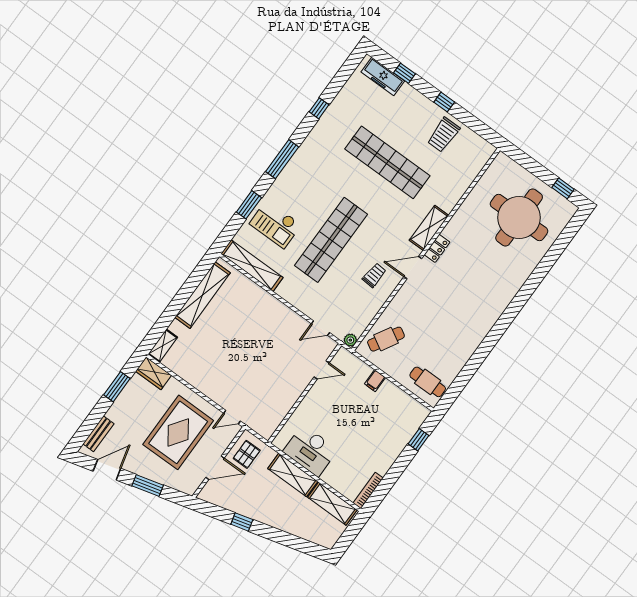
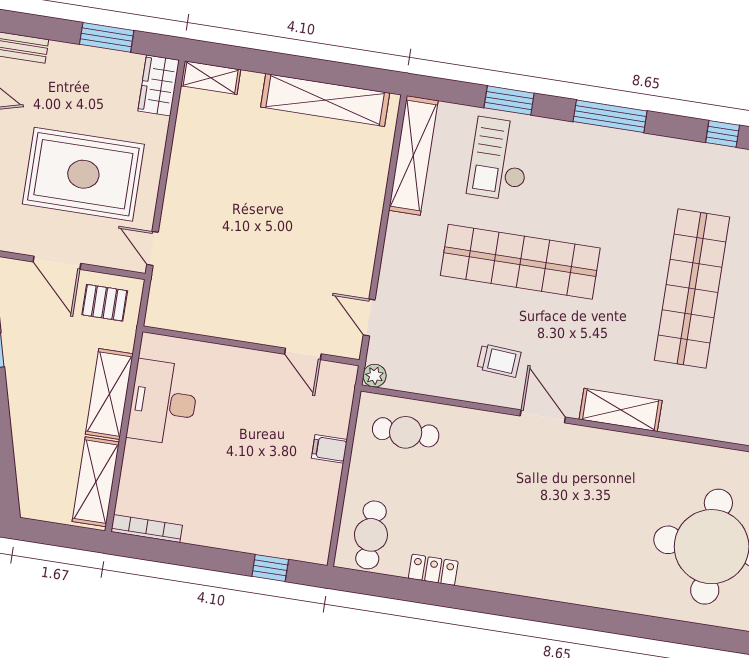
locker: (437, 248) -> (433, 570), moved, turned 180
cafe table: (386, 339) -> (406, 432), turned -30

